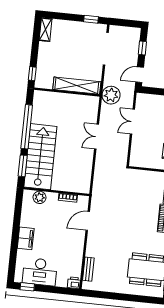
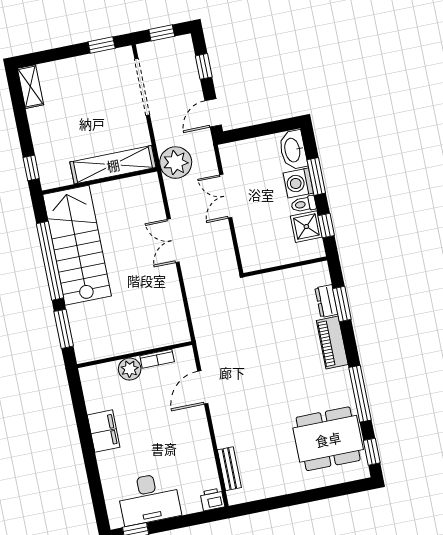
window: (125, 23) -> (162, 33), added
stairs: (40, 157) -> (77, 245), moved
plant: (40, 197) -> (130, 369), moved
filing cabinet: (26, 238) -> (104, 431), moved

